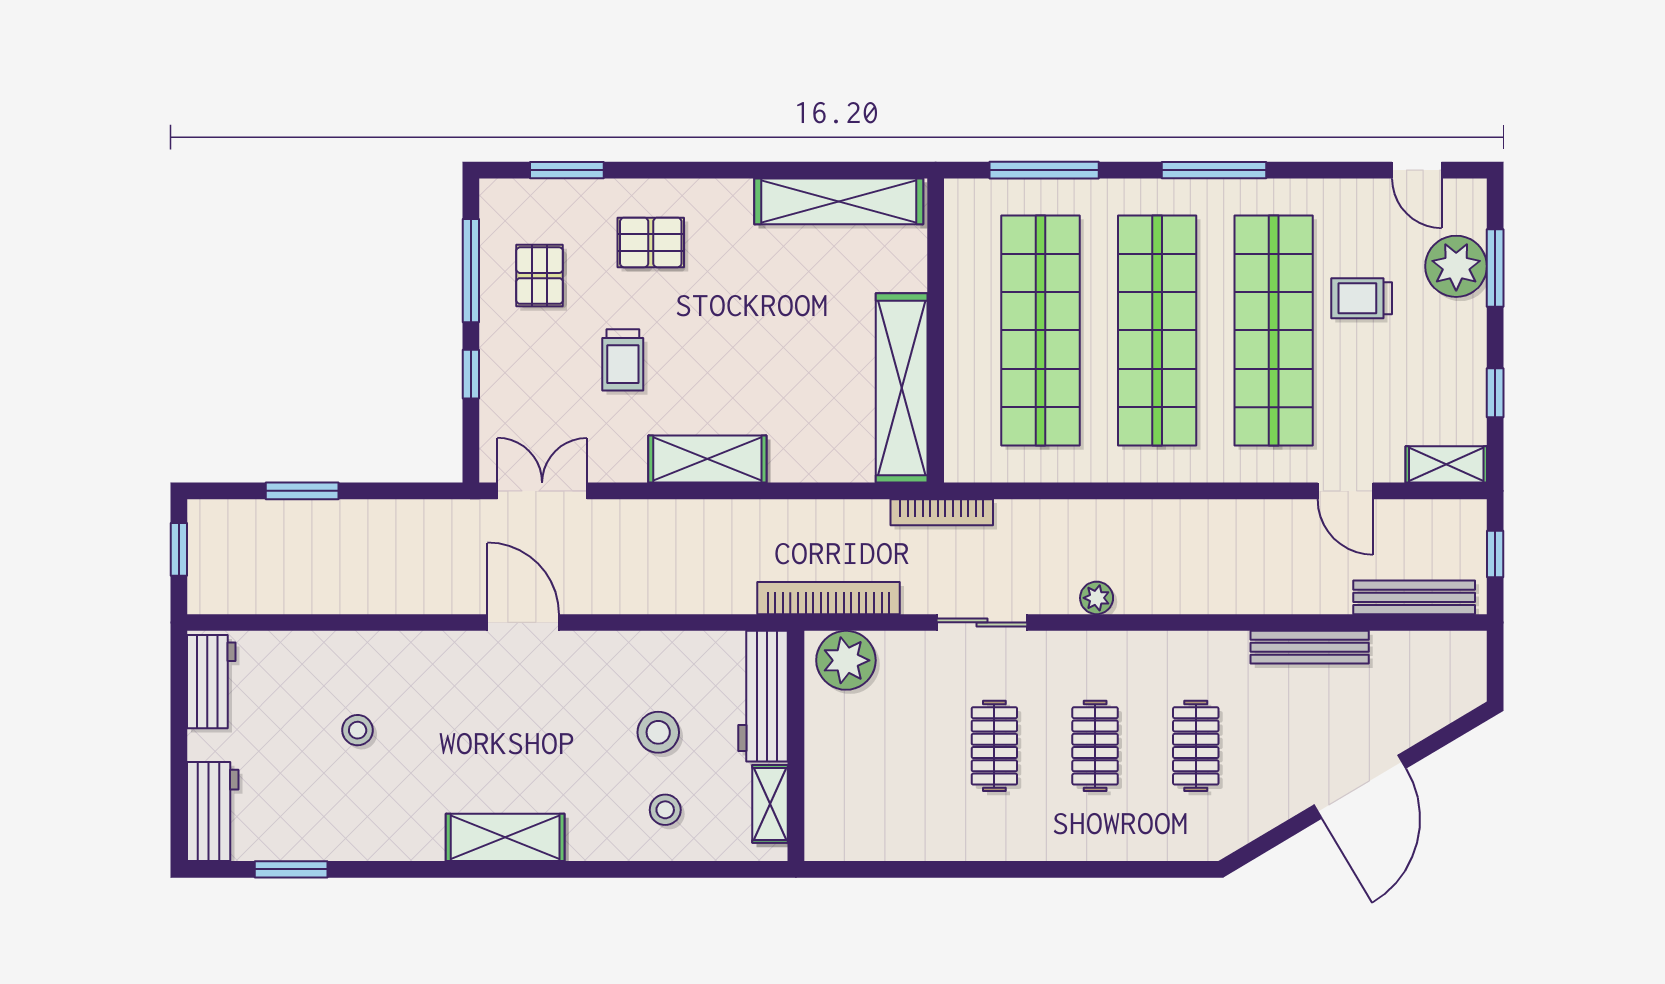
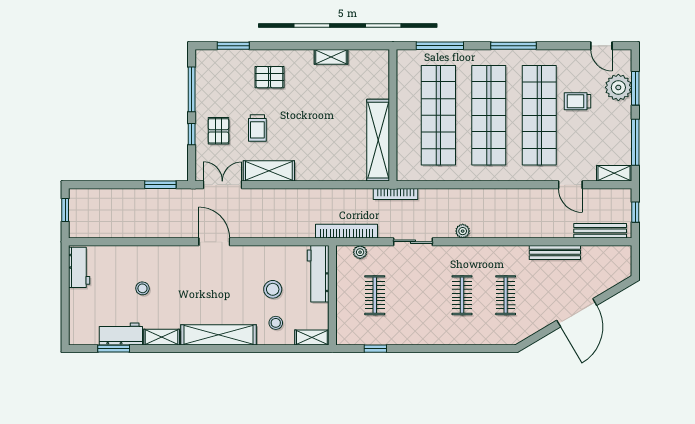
shelving: (839, 201) -> (331, 57), width x0.45, depth x0.75
pallet: (540, 276) -> (218, 131), moved
window: (1495, 393) -> (635, 142), width x2.17
shelving: (707, 459) -> (269, 171), moved
window: (302, 491) -> (160, 185), moved
plant: (846, 660) -> (360, 252), width x0.53, depth x0.53
clothes rail: (994, 746) -> (375, 295), moved
shelving: (770, 804) -> (312, 337), moved, turned 90
workbench: (213, 811) -> (121, 334), moved, turned -90
shelving: (505, 837) -> (218, 335), width x1.47
shelving: (402, 843) -> (162, 337), added
window: (895, 869) -> (375, 349), added

